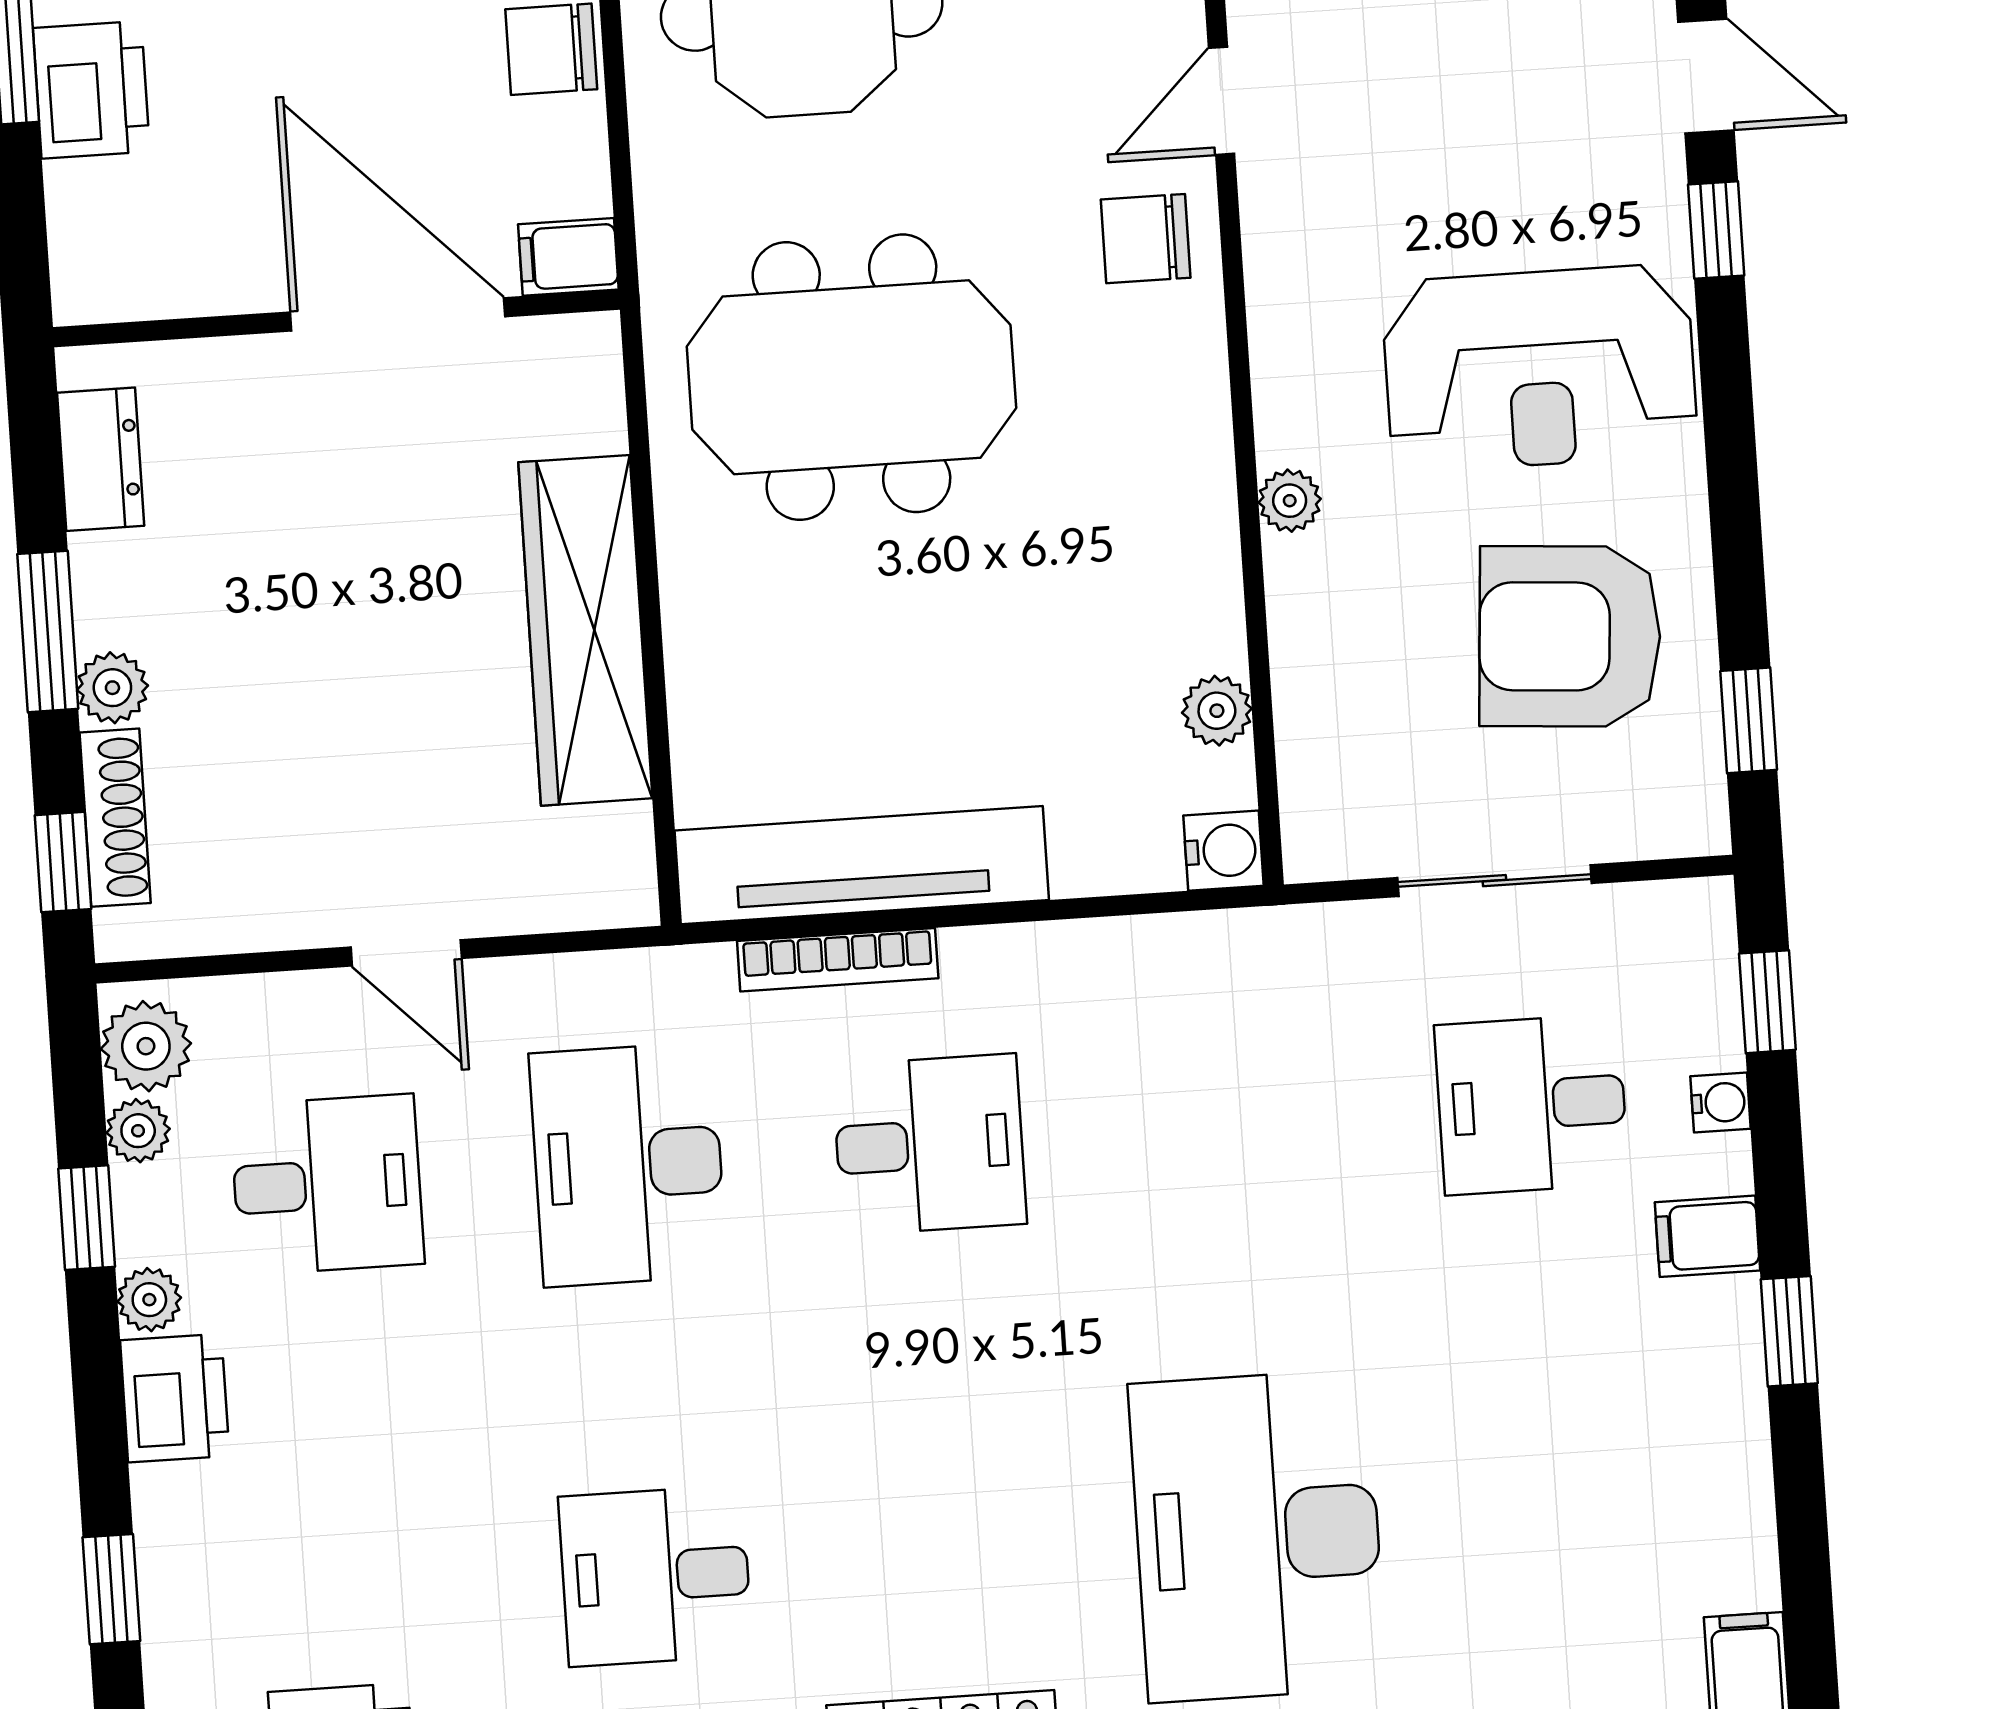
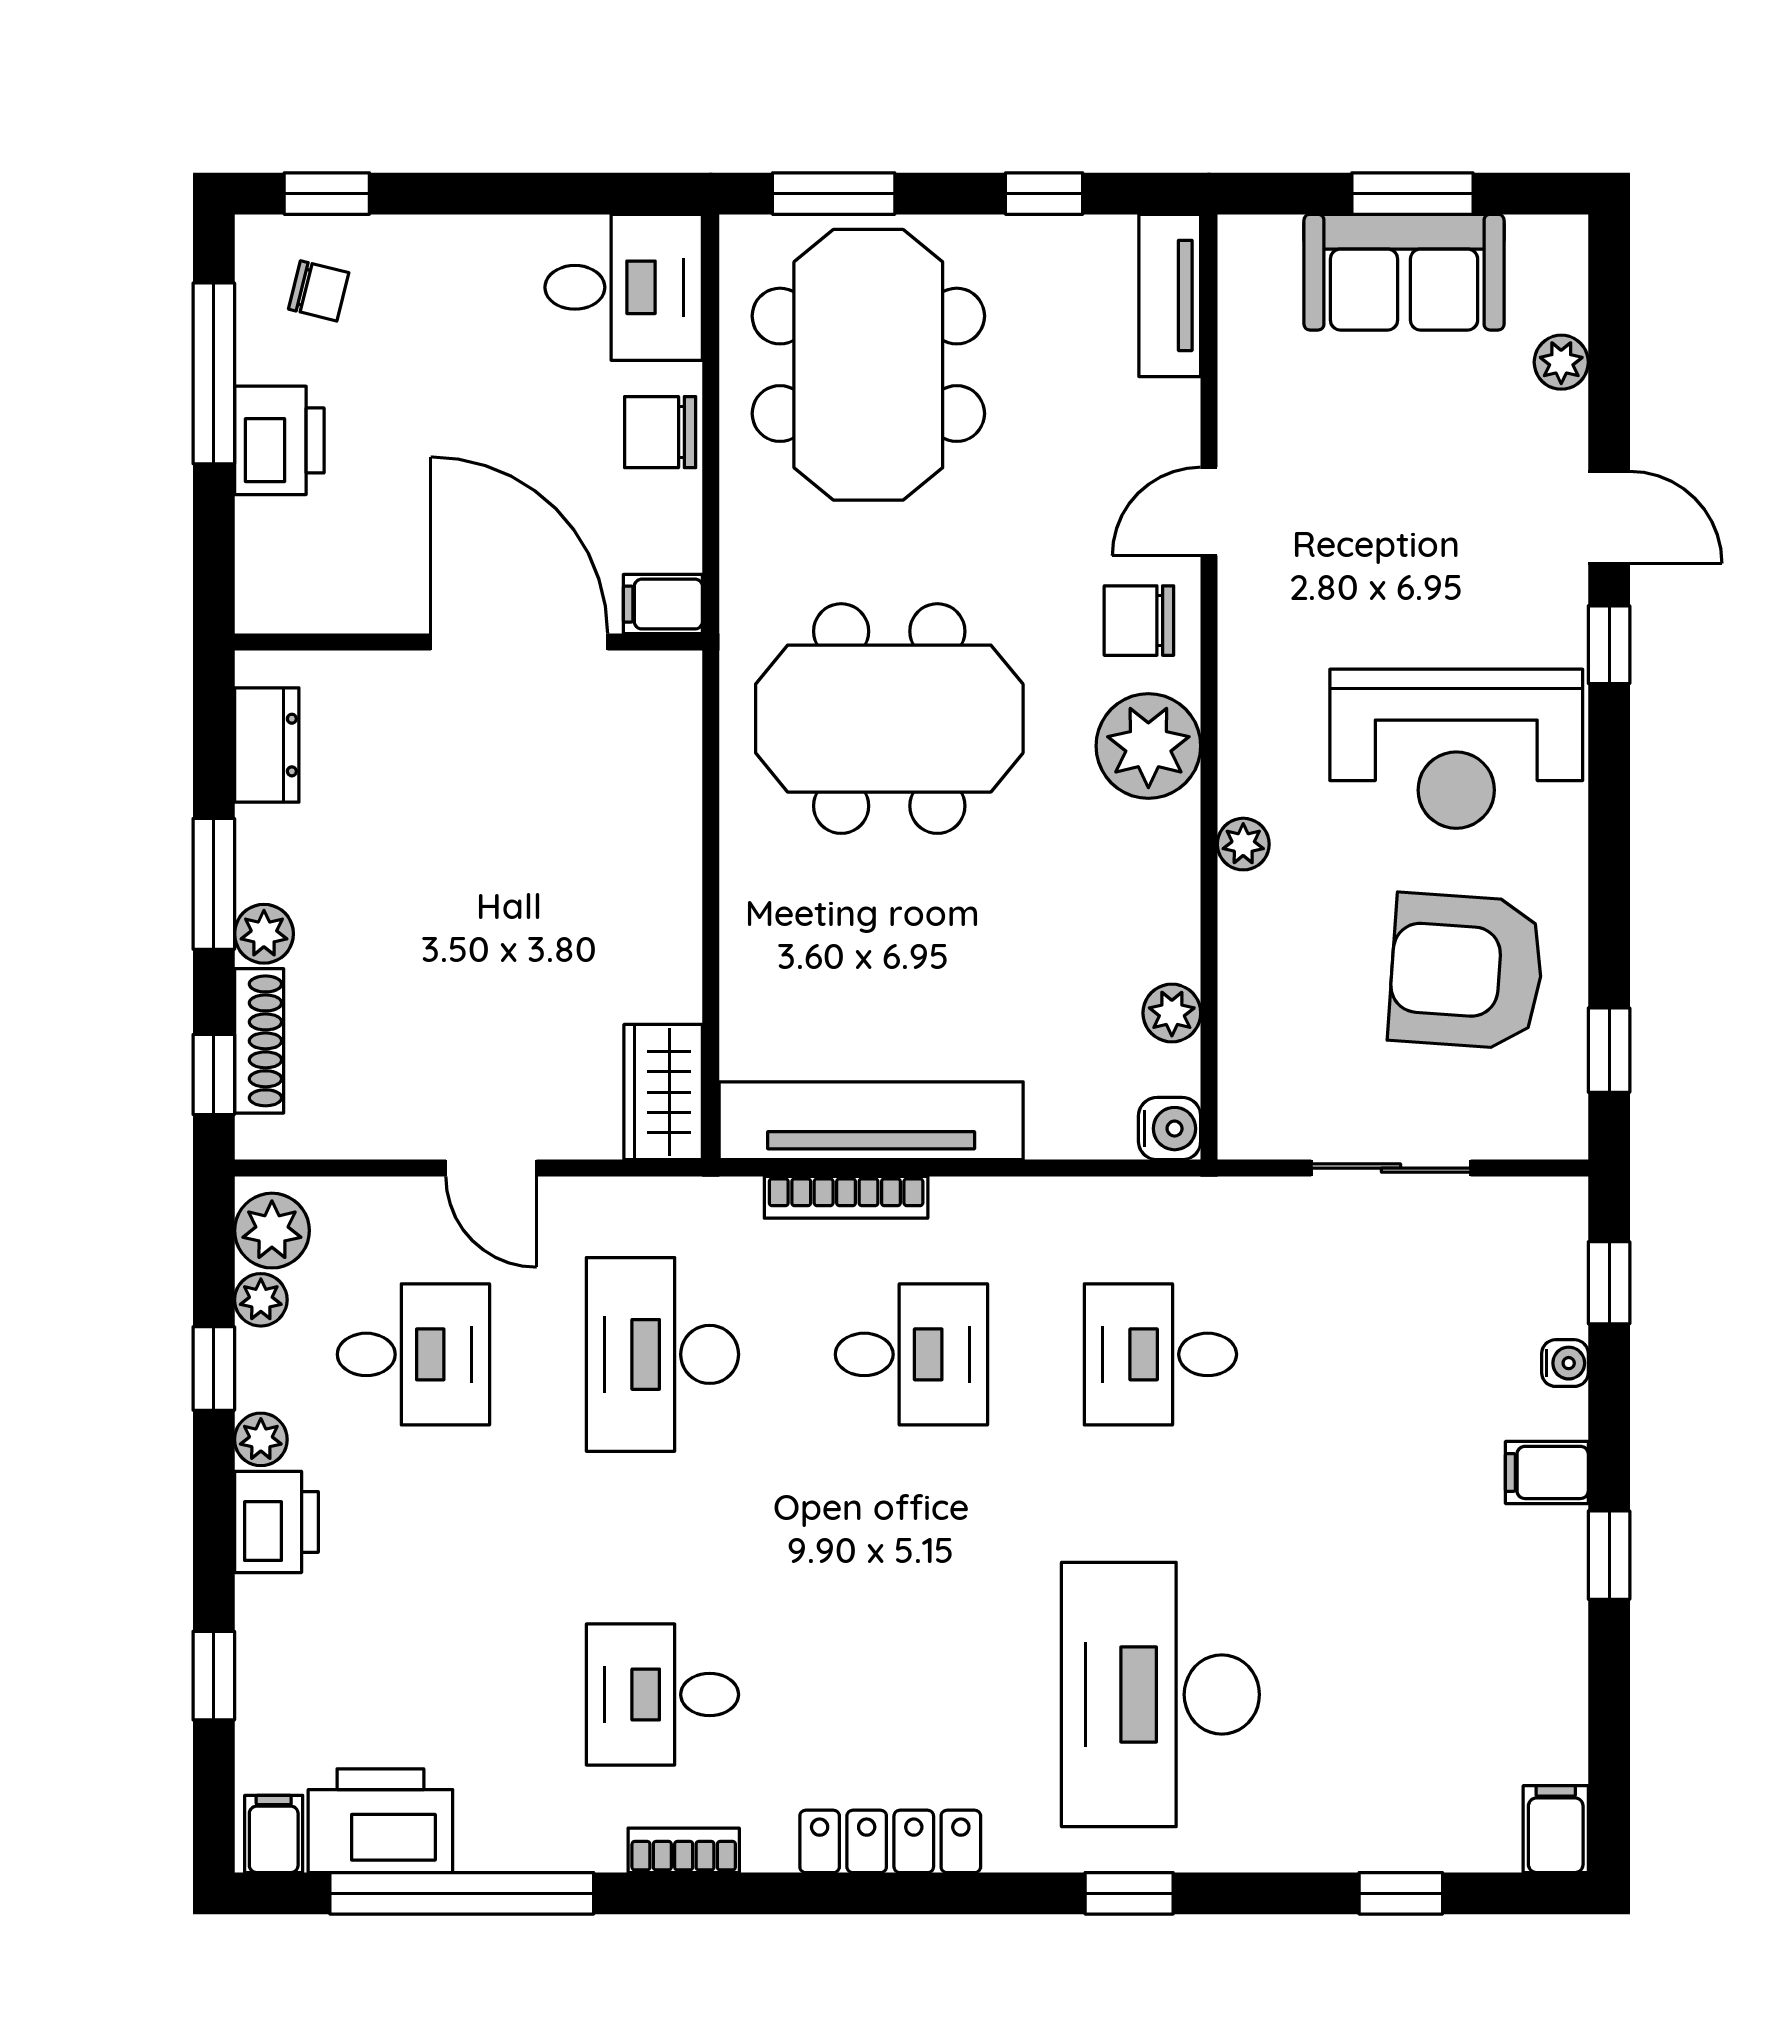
plant: (1167, 390) -> (1148, 746), added
wardrobe: (585, 630) -> (663, 1092), moved, width x0.48, depth x0.85
desk: (1532, 1104) -> (1160, 1354), moved

